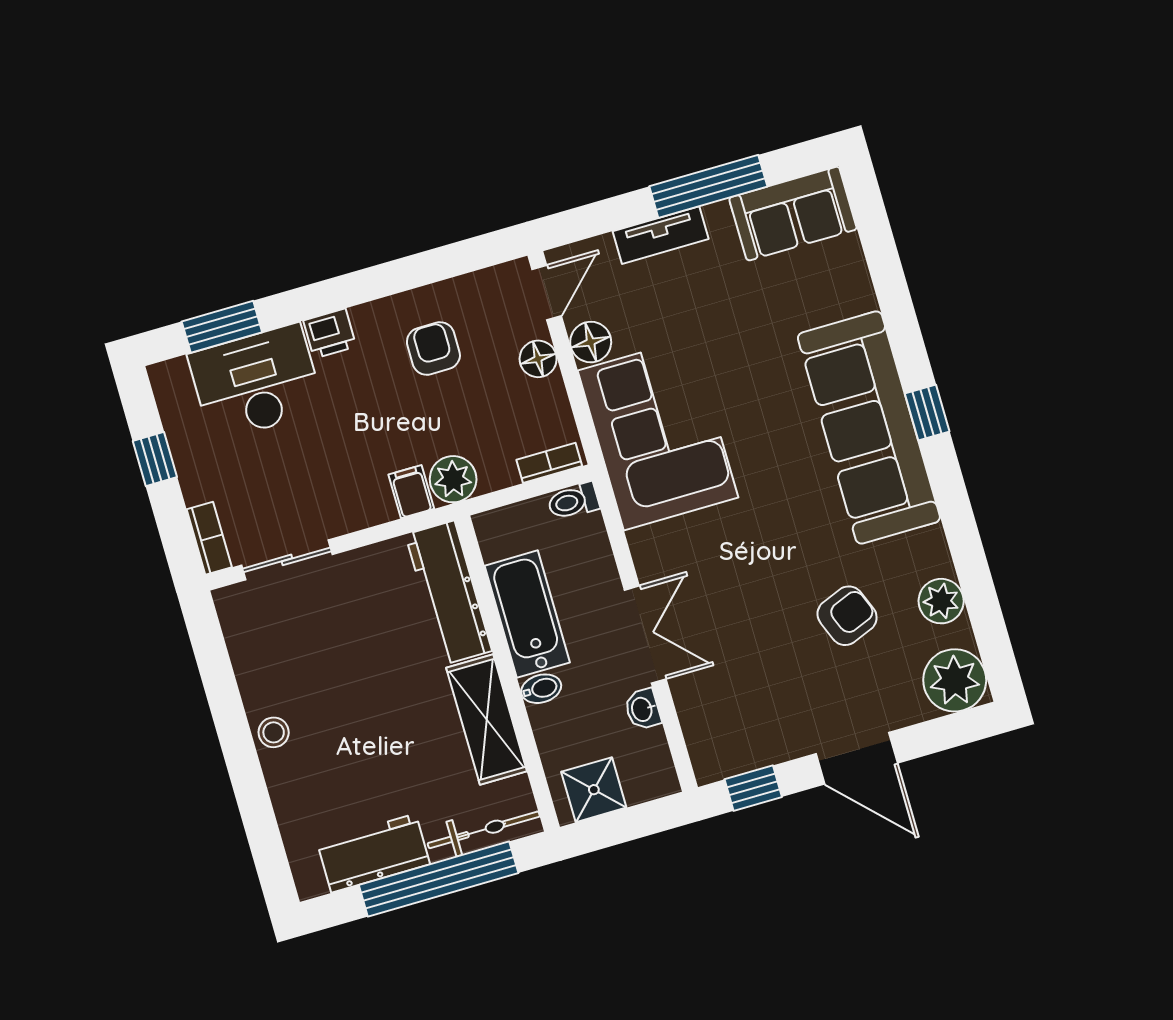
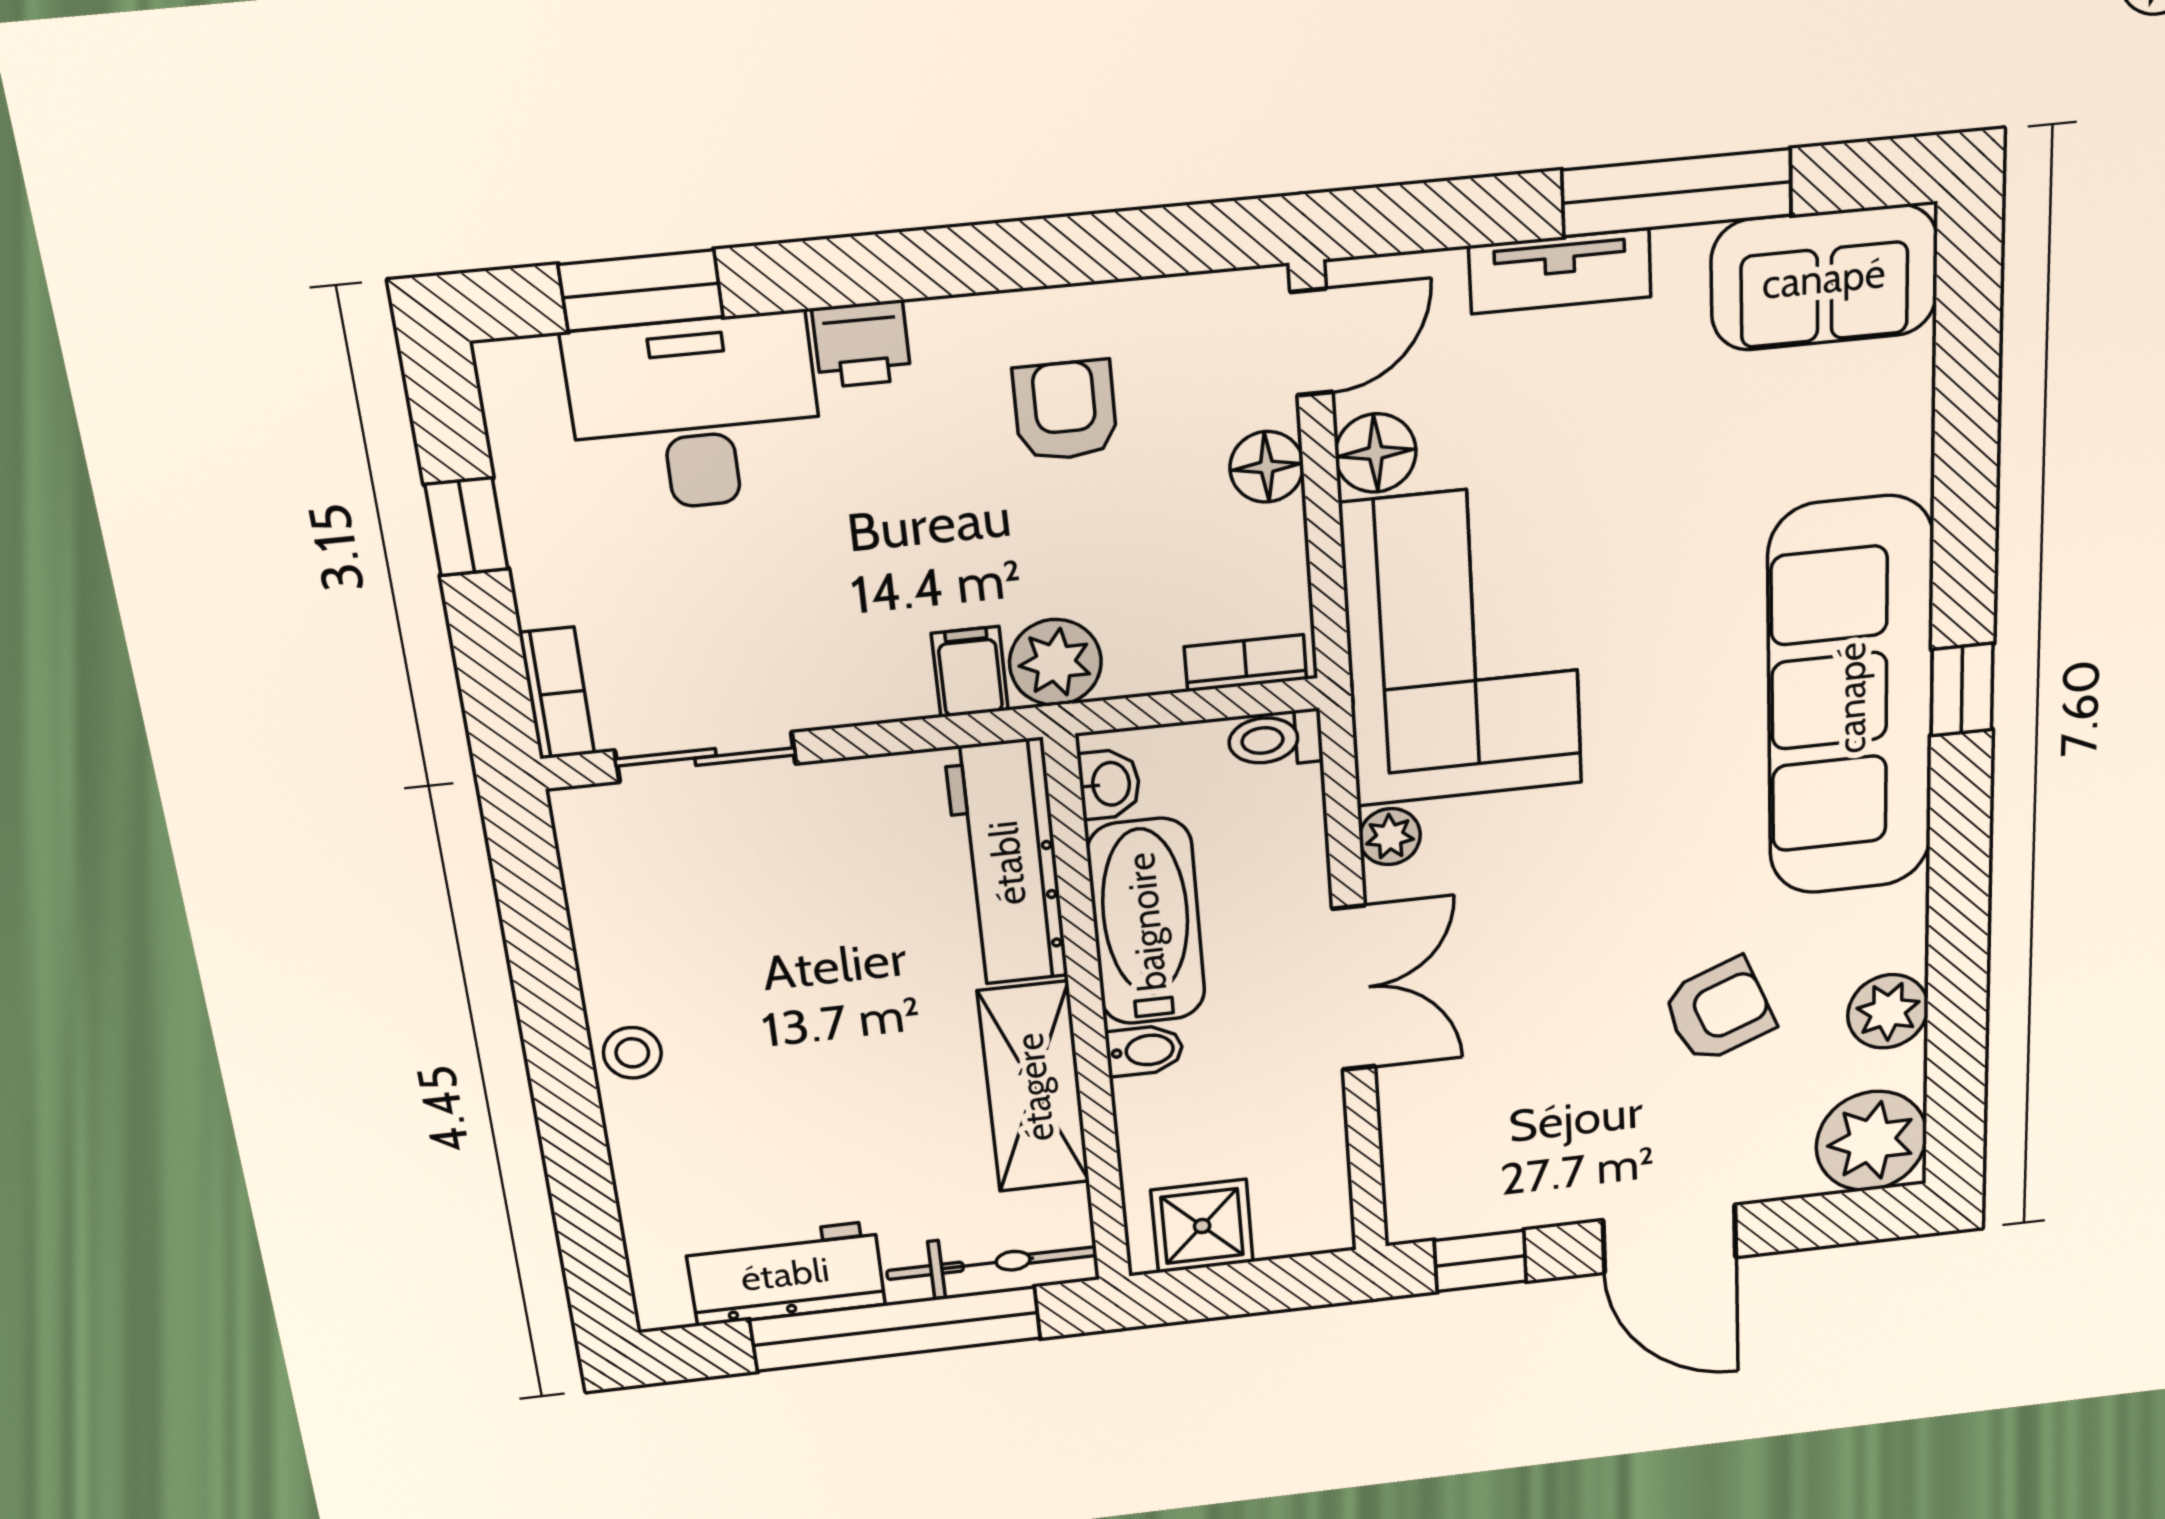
plant: (645, 545) -> (1390, 837), added
washbasin: (643, 709) -> (1109, 784), moved, turned 180

